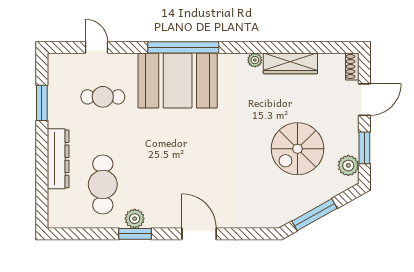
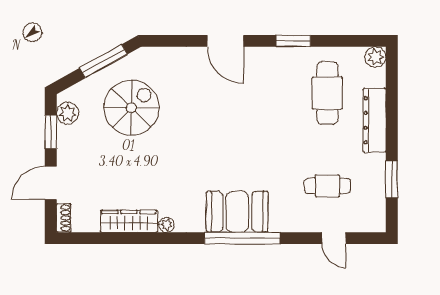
booth: (178, 81) -> (237, 212), width x0.73, depth x0.70
spiral stairs: (297, 149) -> (131, 108), moved
plant: (135, 219) -> (376, 57), moved

